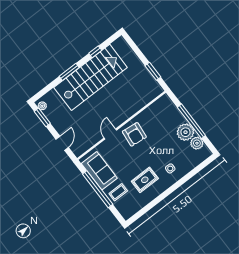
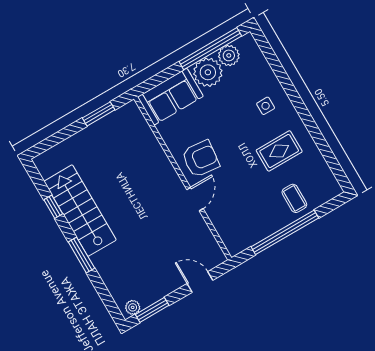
stairs: (91, 77) -> (80, 211), width x0.73, depth x0.66
window: (191, 121) -> (210, 49), moved
door: (110, 134) -> (195, 199), swing flipped
sofa: (99, 171) -> (170, 97), moved, turned 180
rug: (145, 180) -> (279, 151), turned 90

